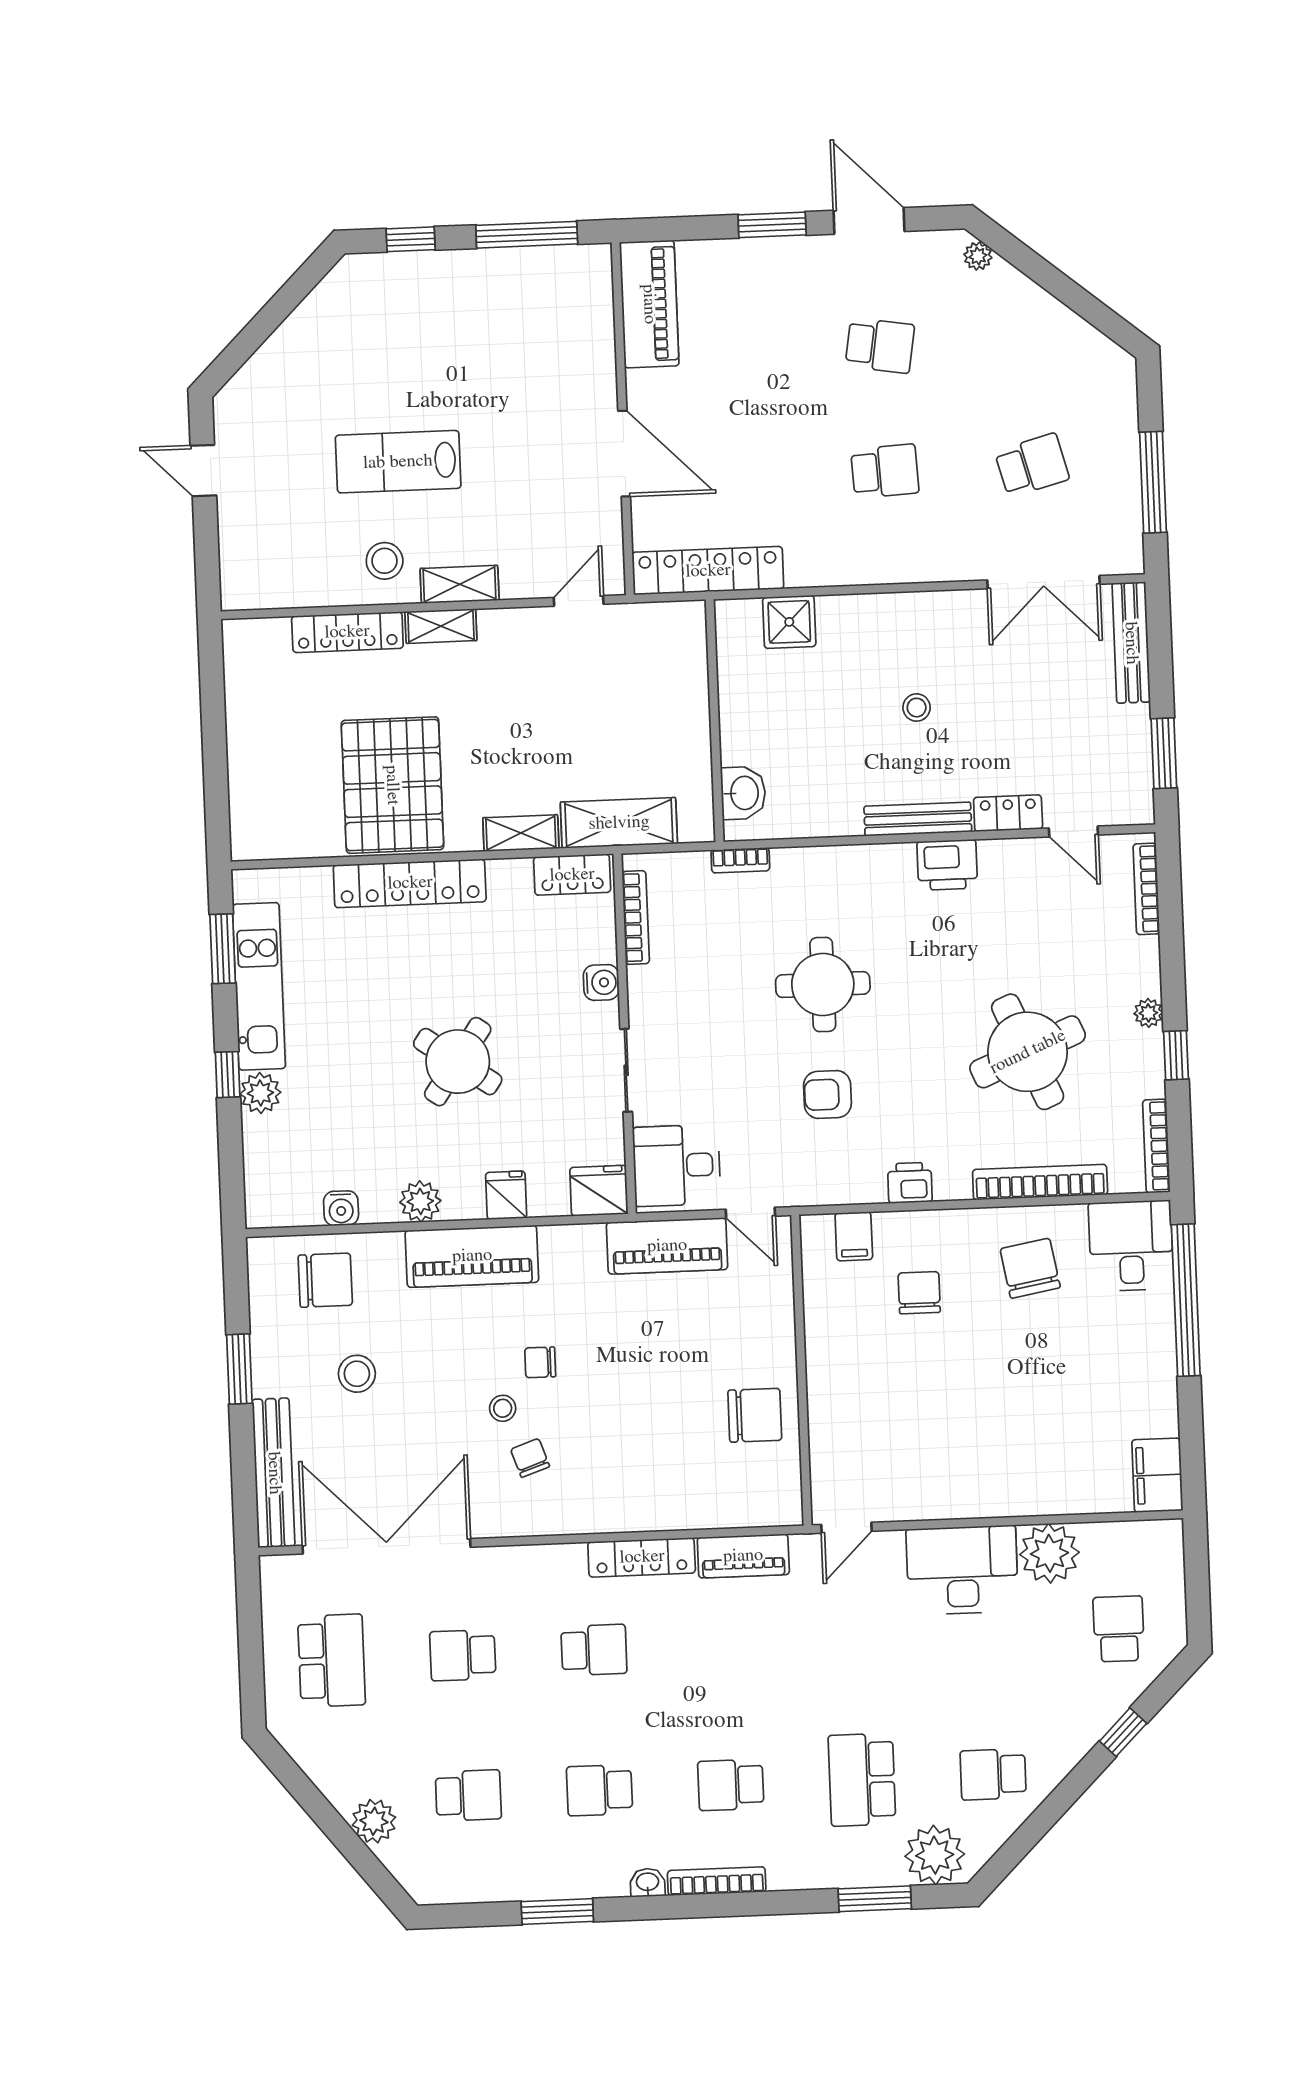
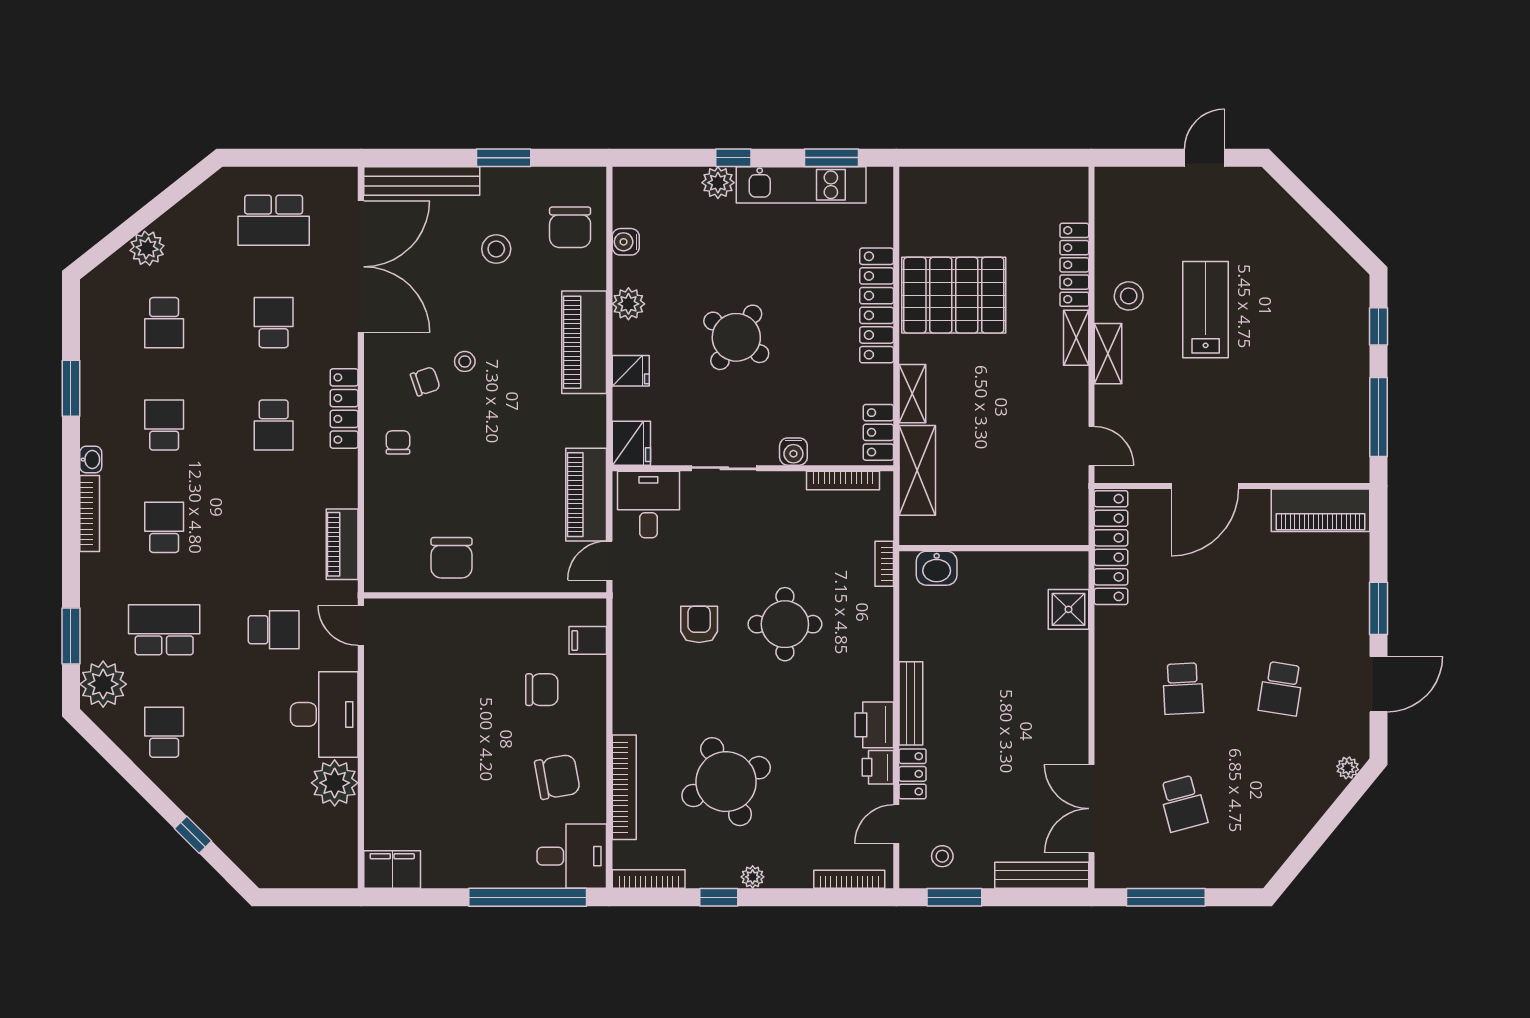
stool: (917, 708) -> (942, 856), moved
printer: (910, 1183) -> (878, 767), moved, turned 180
chair: (540, 1362) -> (398, 442), moved
locker: (642, 1557) -> (344, 409), moved
school desk: (1119, 1629) -> (274, 630), moved

